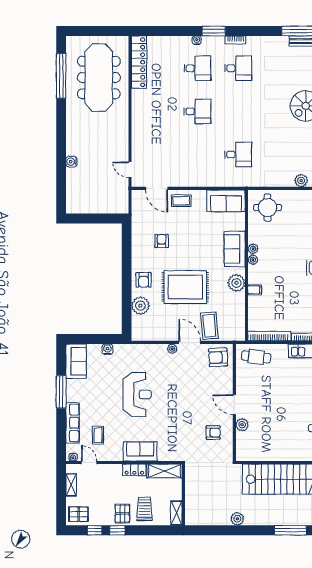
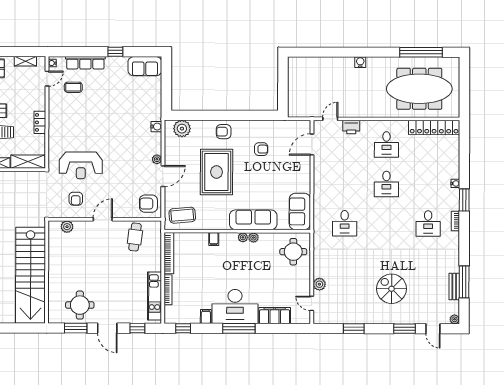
desk: (197, 68) -> (386, 145), moved
printer: (139, 148) -> (351, 127), added
water cooler: (71, 162) -> (360, 62), moved
coffee table: (181, 201) -> (300, 168), removed
sofa: (235, 249) -> (253, 220), width x1.36
plant: (236, 283) -> (220, 221), removed
plant: (140, 306) -> (182, 129), moved
coffee table: (209, 326) -> (182, 215), moved
water cooler: (107, 349) -> (156, 127), moved
armchair: (218, 357) -> (148, 204), turned -87
cafe table: (256, 357) -> (135, 237), moved
window: (61, 392) -> (115, 52), width x0.46
reception desk: (137, 394) -> (81, 165), moved
plant: (242, 425) -> (67, 227), moved
sofa: (140, 451) -> (58, 128), removed
shelving: (164, 471) -> (28, 162), moved, turned 90

